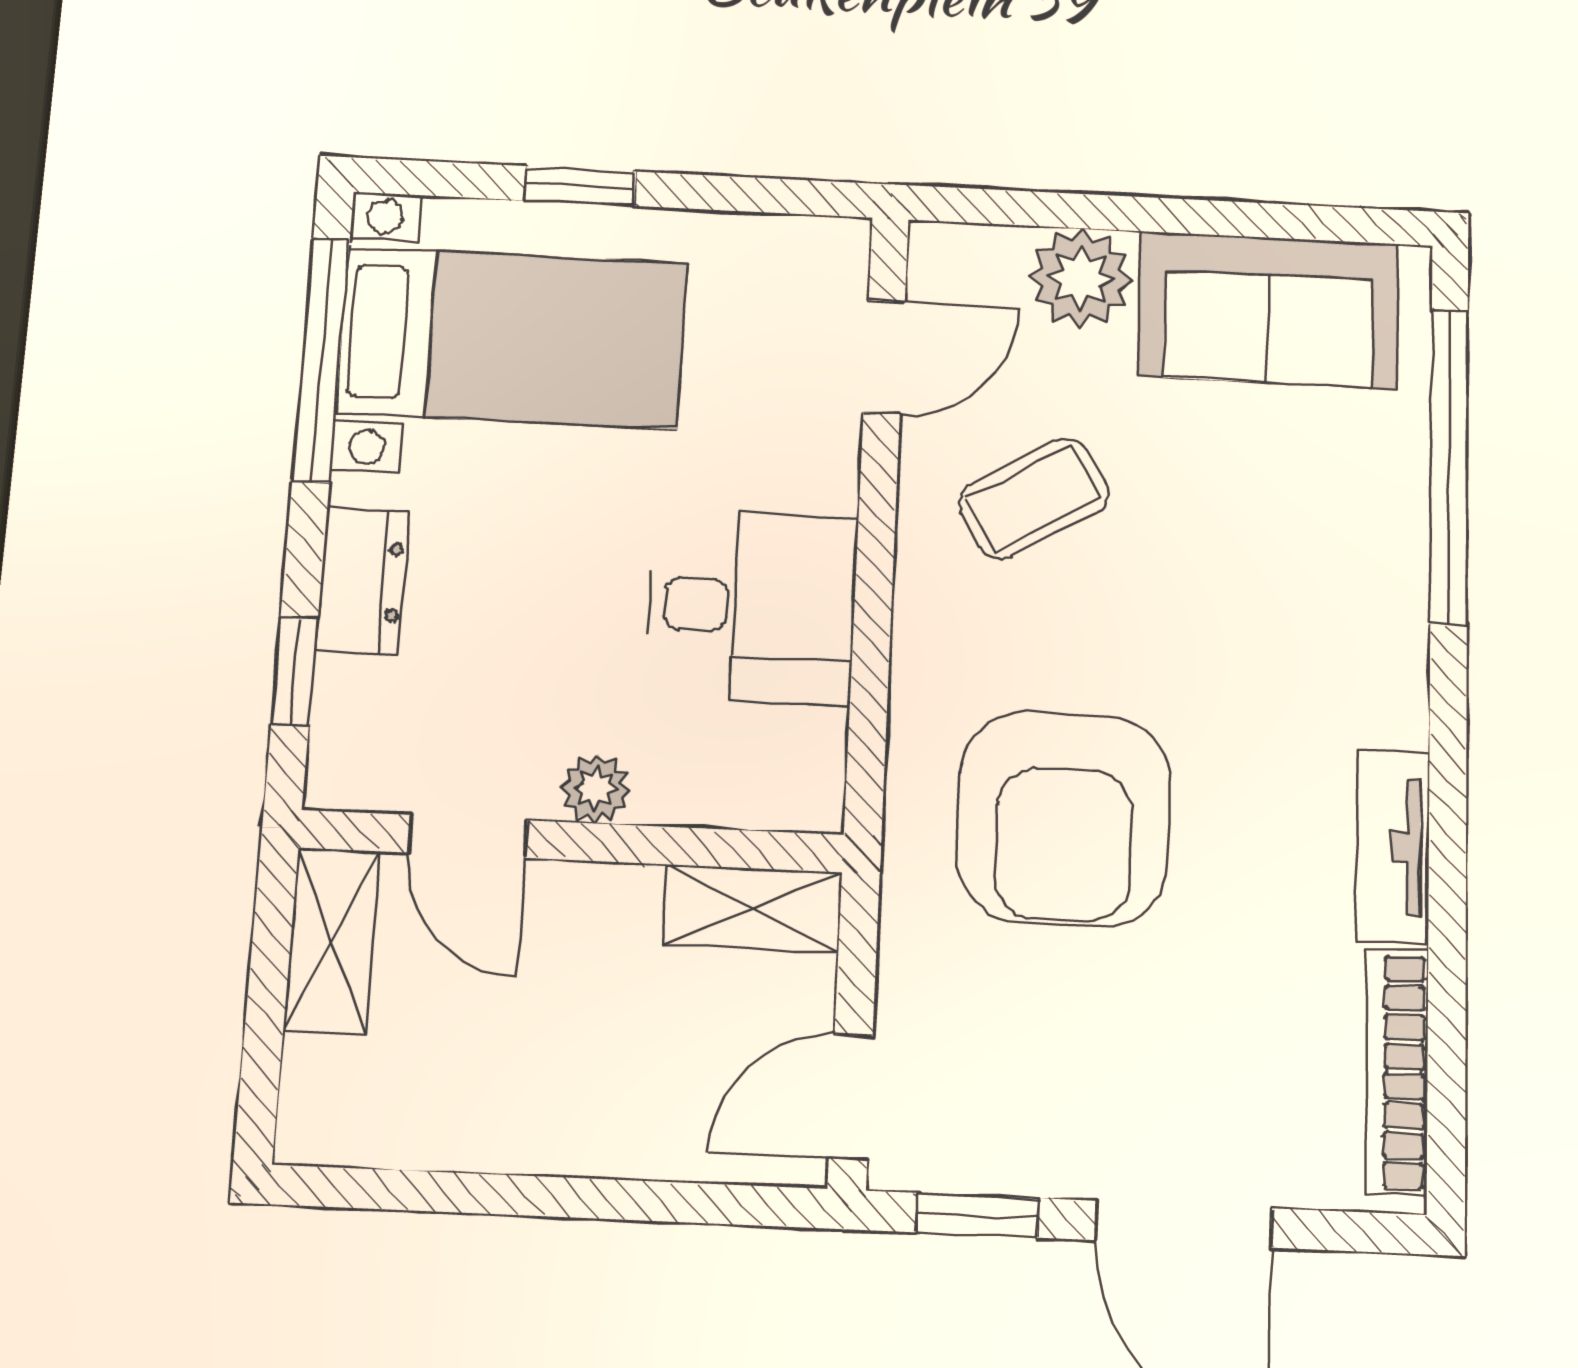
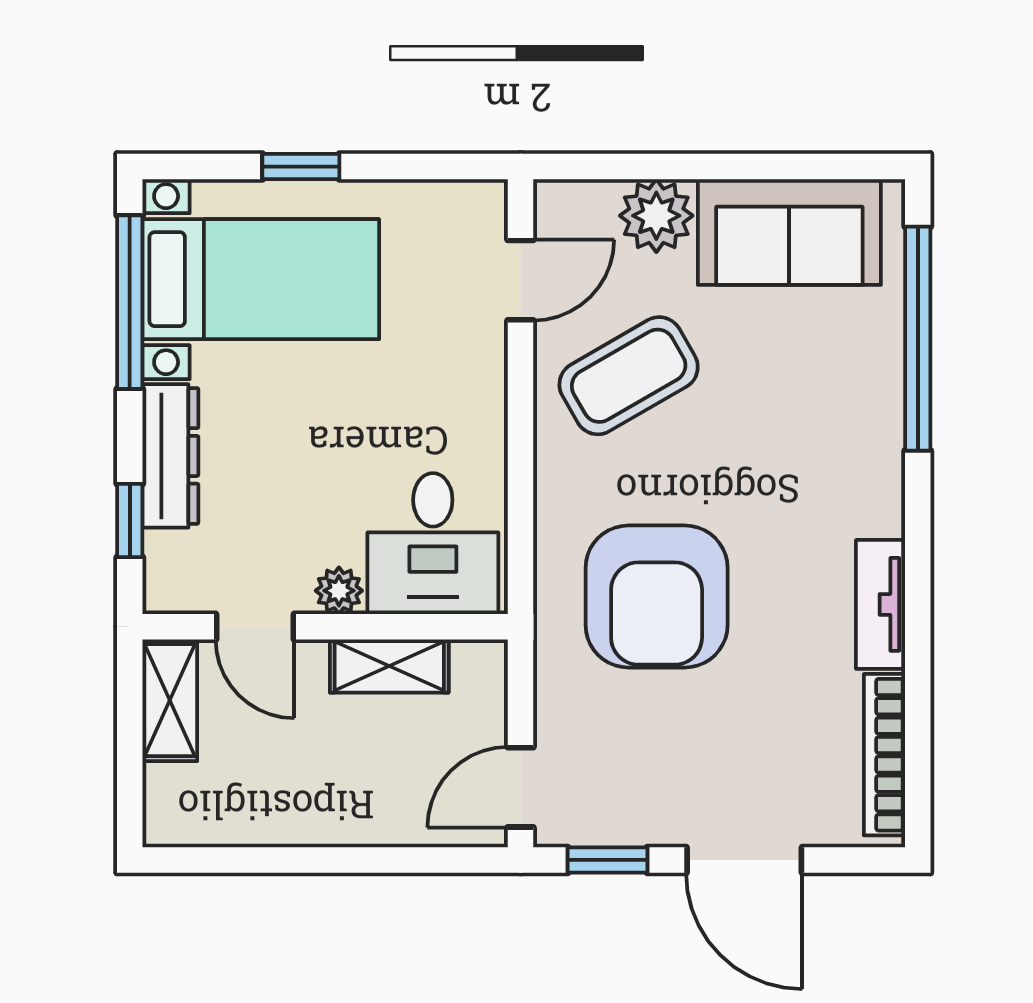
coffee table: (1034, 498) -> (629, 376), width x1.36, depth x1.30
dresser: (362, 581) -> (170, 456), width x1.44
desk: (752, 607) -> (433, 544), moved, turned 90
shelving: (752, 908) -> (389, 666), moved

